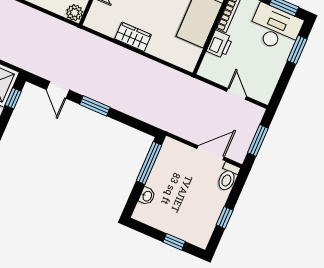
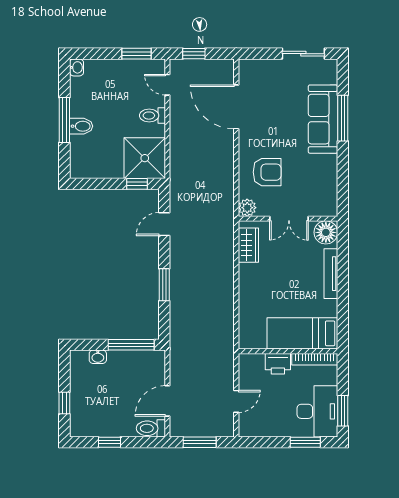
wardrobe: (133, 37) -> (248, 245), moved
window: (95, 106) -> (164, 285), moved
door: (211, 153) -> (167, 401), swing flipped

